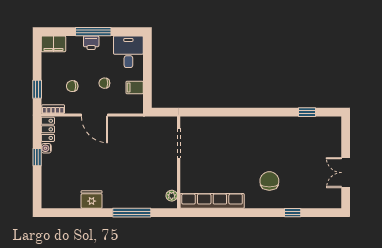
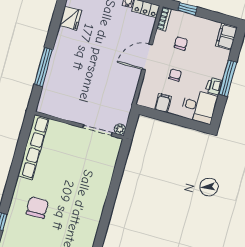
printer: (91, 43) -> (214, 86), moved
chair: (269, 181) -> (37, 207), turned -90
plant: (172, 196) -> (120, 129), moved
fridge: (92, 200) -> (71, 18), moved

